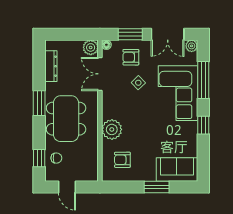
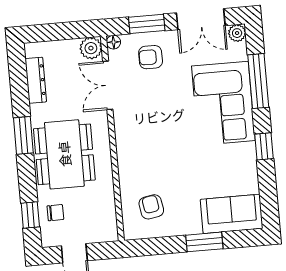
side table: (138, 83) -> (165, 93), removed
plant: (112, 129) -> (132, 164), removed
armchair: (122, 160) -> (151, 207), turned 80

